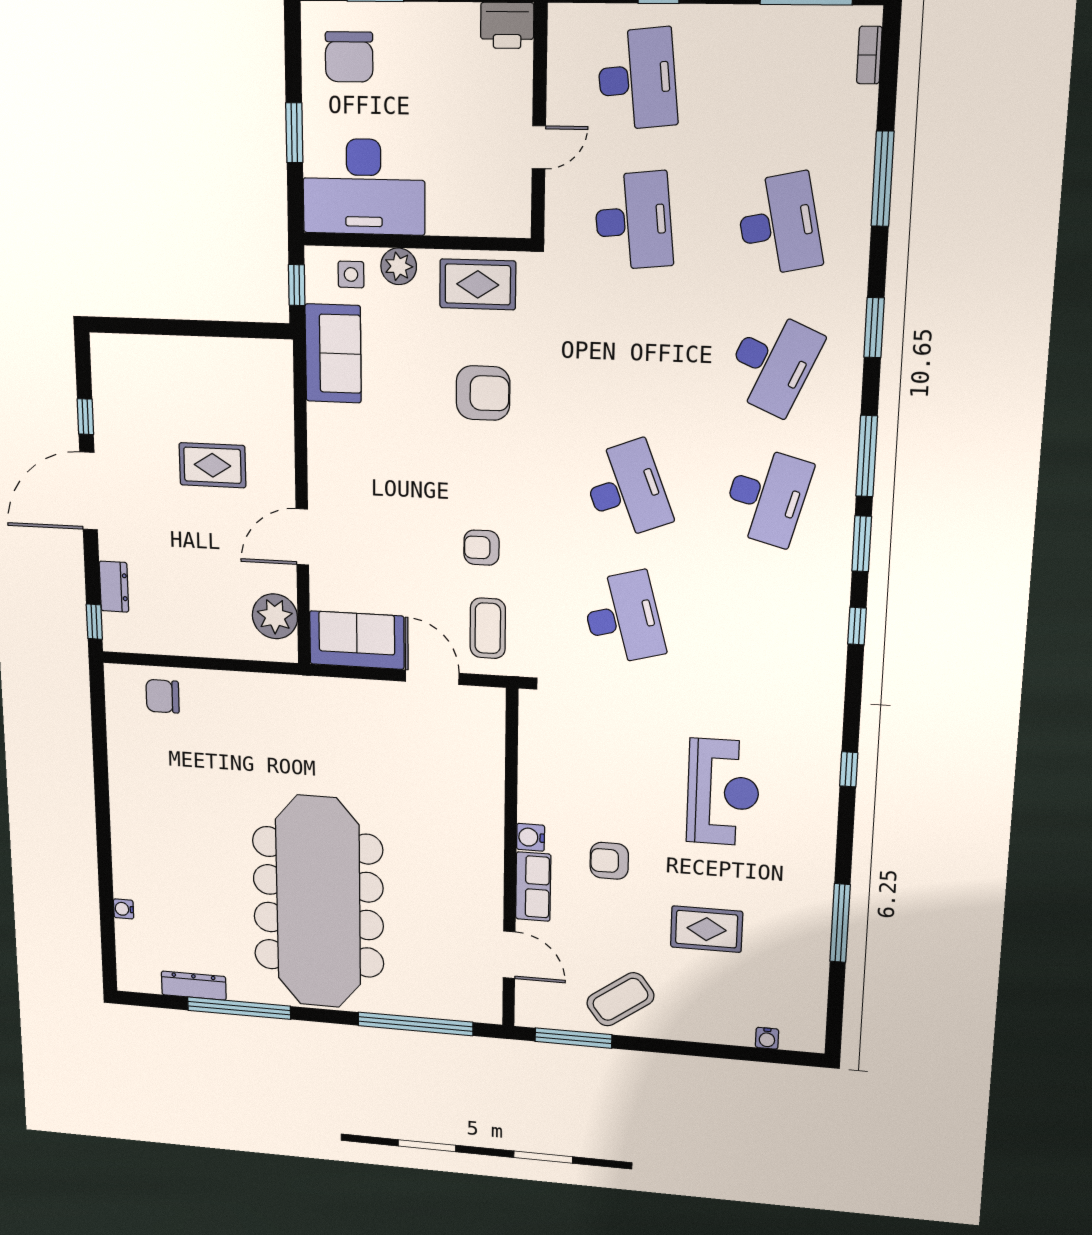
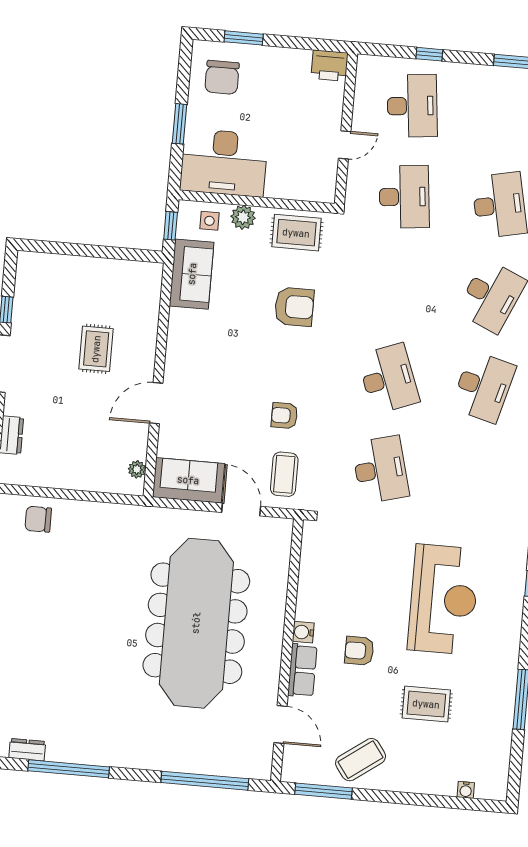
rug: (212, 465) -> (96, 349), turned 90
plant: (275, 616) -> (137, 469), width x0.53, depth x0.53
reception desk: (723, 792) -> (443, 599), width x1.36, depth x1.30
meeting table: (318, 902) -> (196, 623), moved
dresser: (194, 986) -> (27, 750), width x0.70

